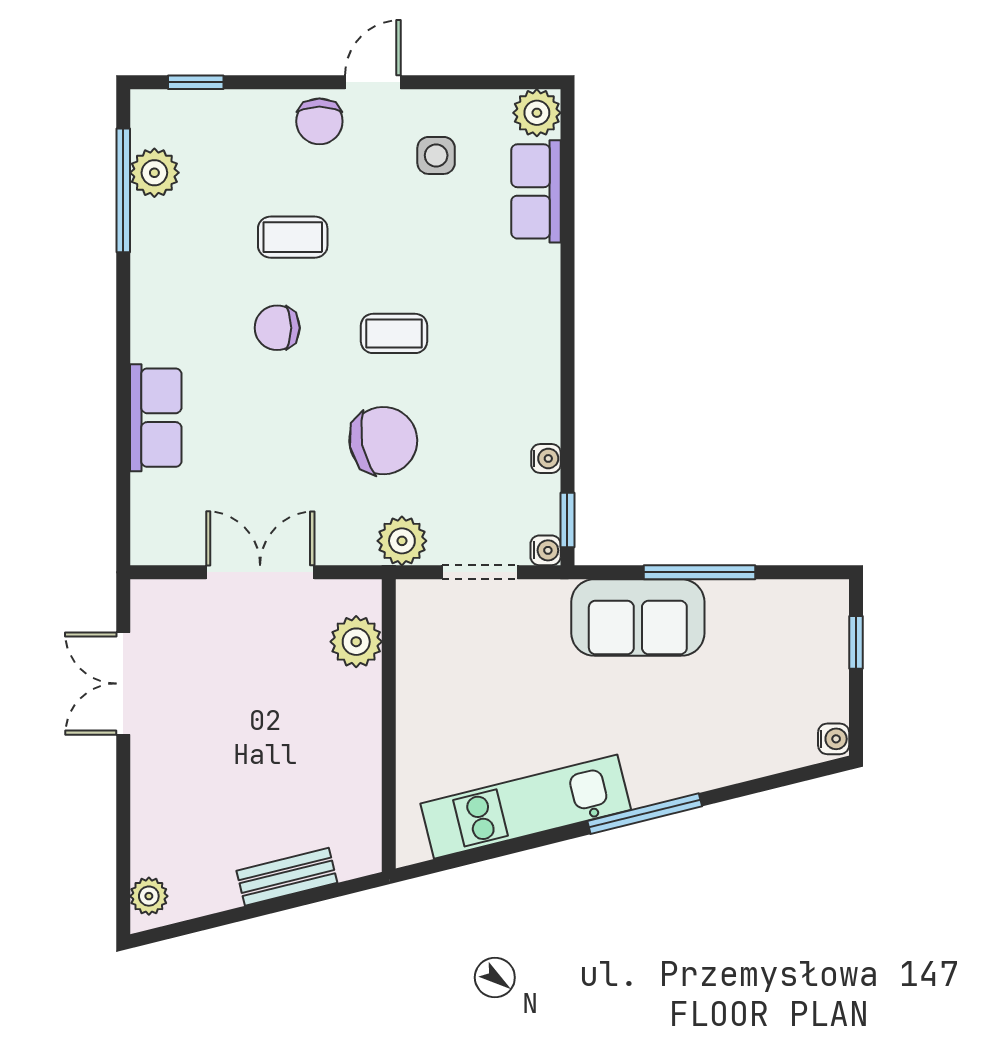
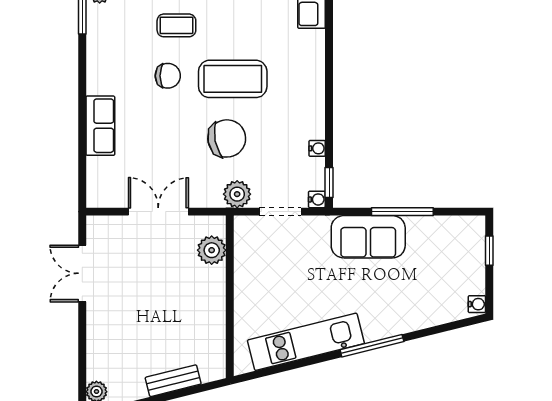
chair: (277, 328) -> (168, 76), turned 180
coffee table: (394, 333) -> (233, 79), width x1.86, depth x1.72

